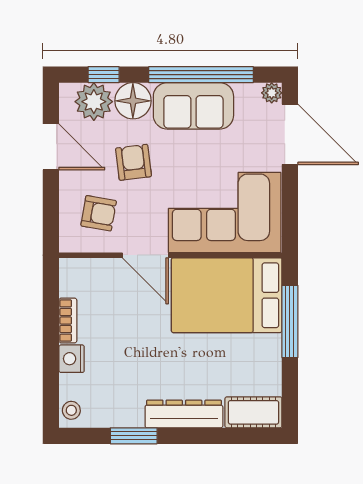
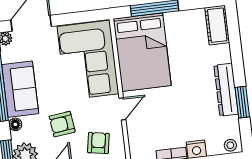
floor lamp: (133, 101) -> (15, 124), width x0.53, depth x0.53
door: (145, 255) -> (122, 109), width x0.73
dresser: (184, 414) -> (226, 90), moved

